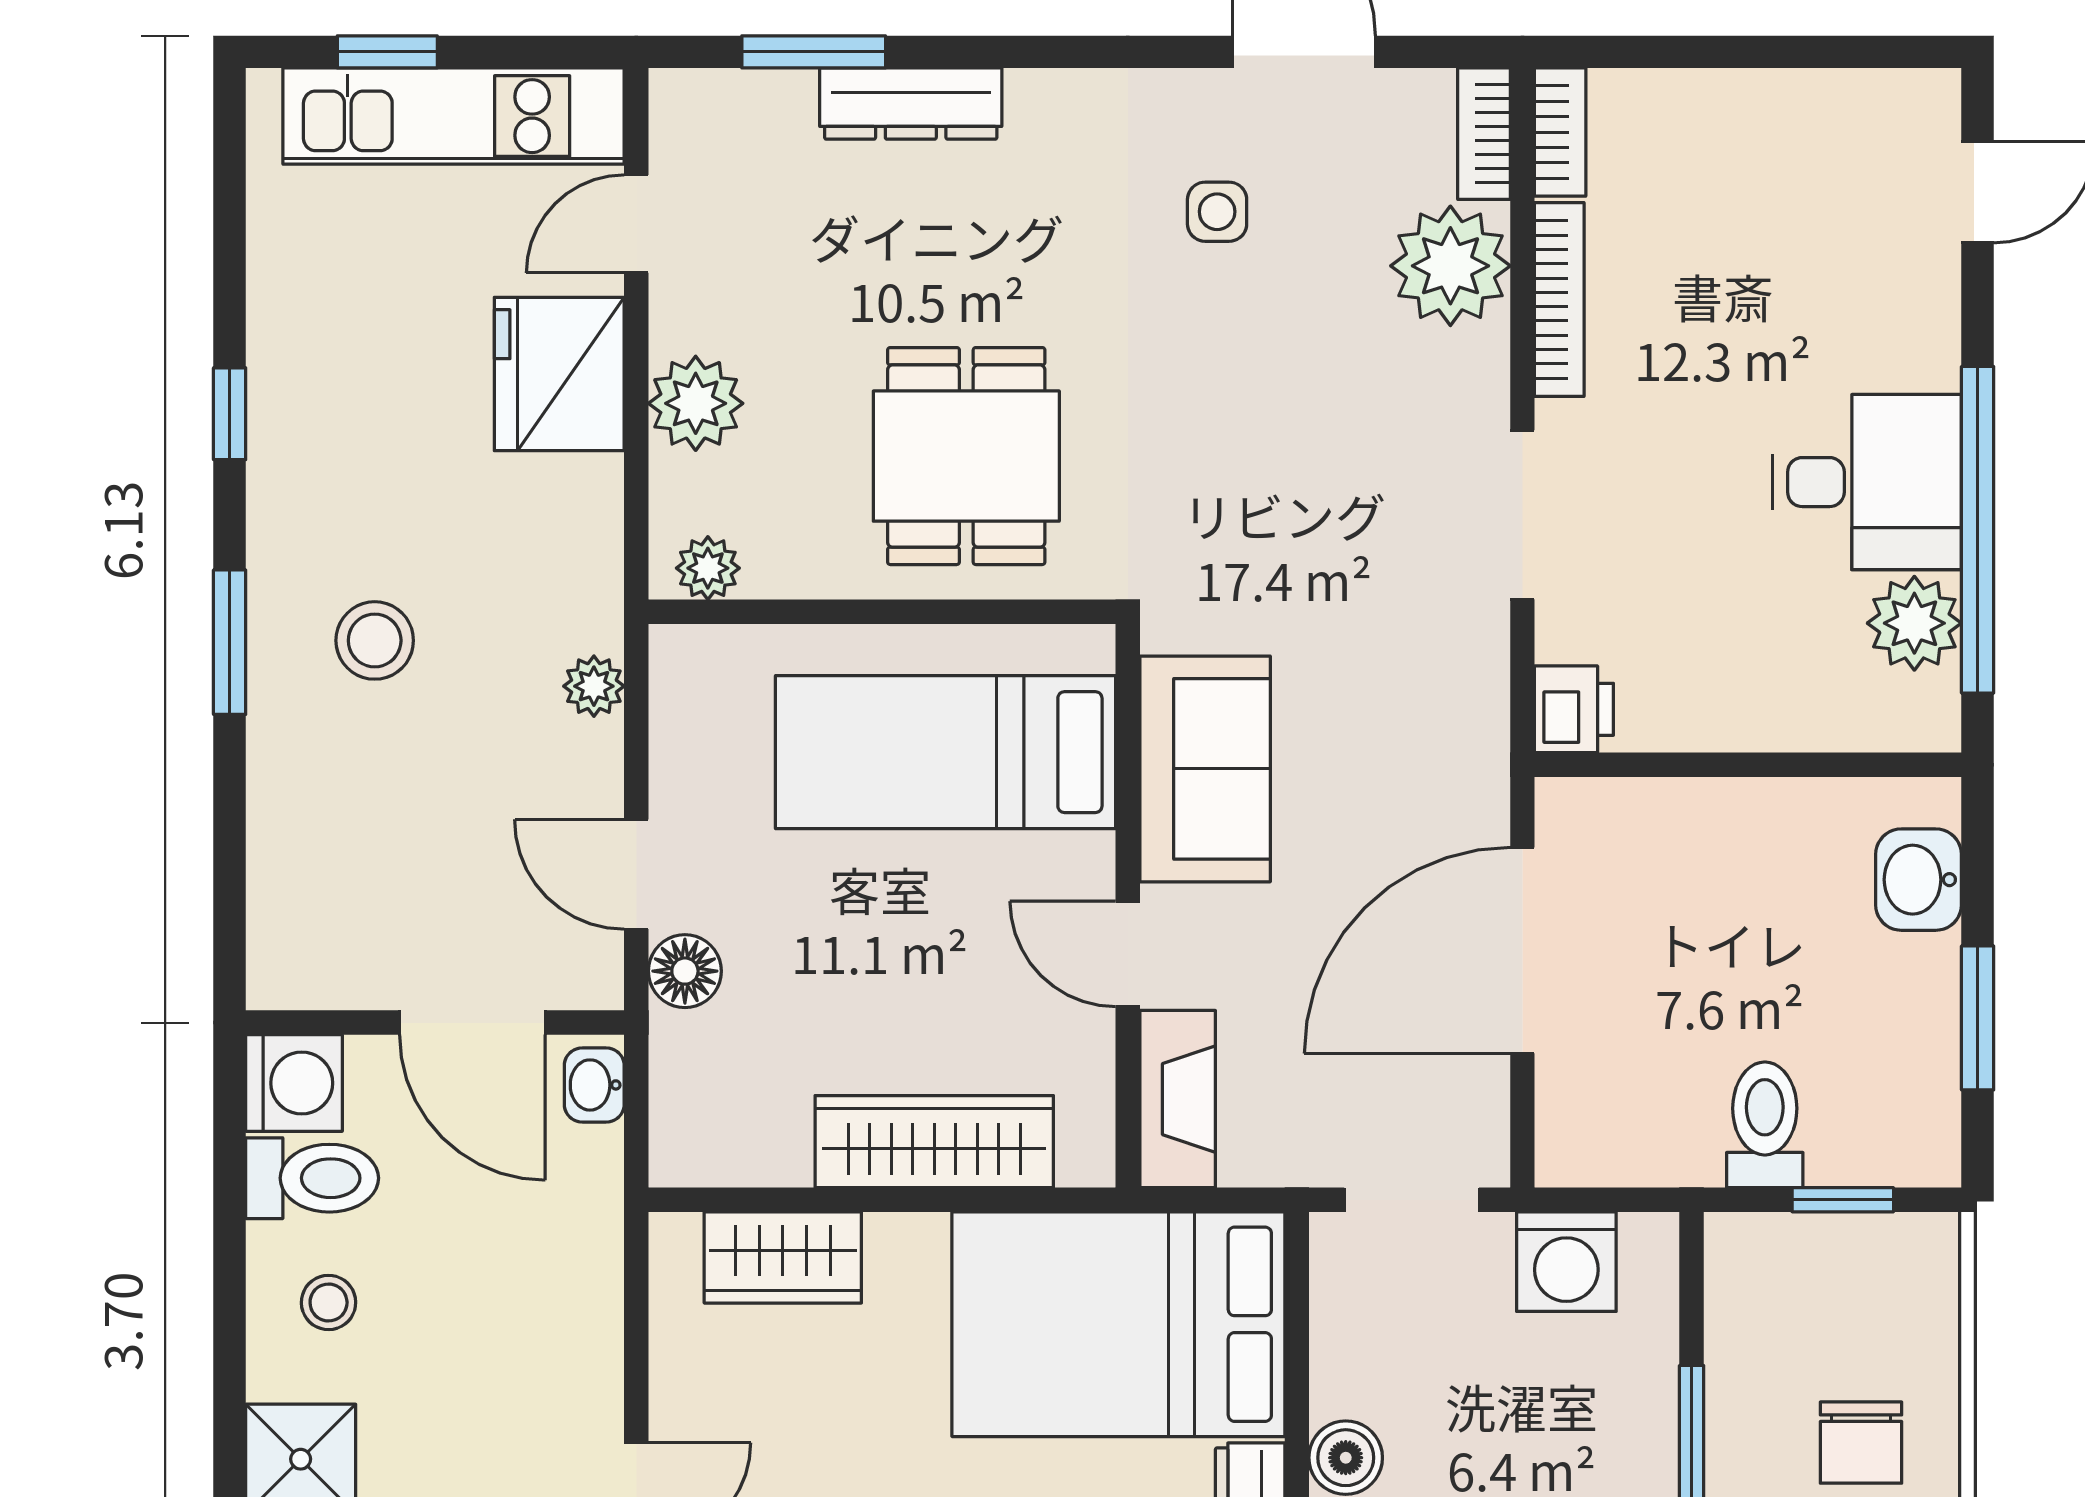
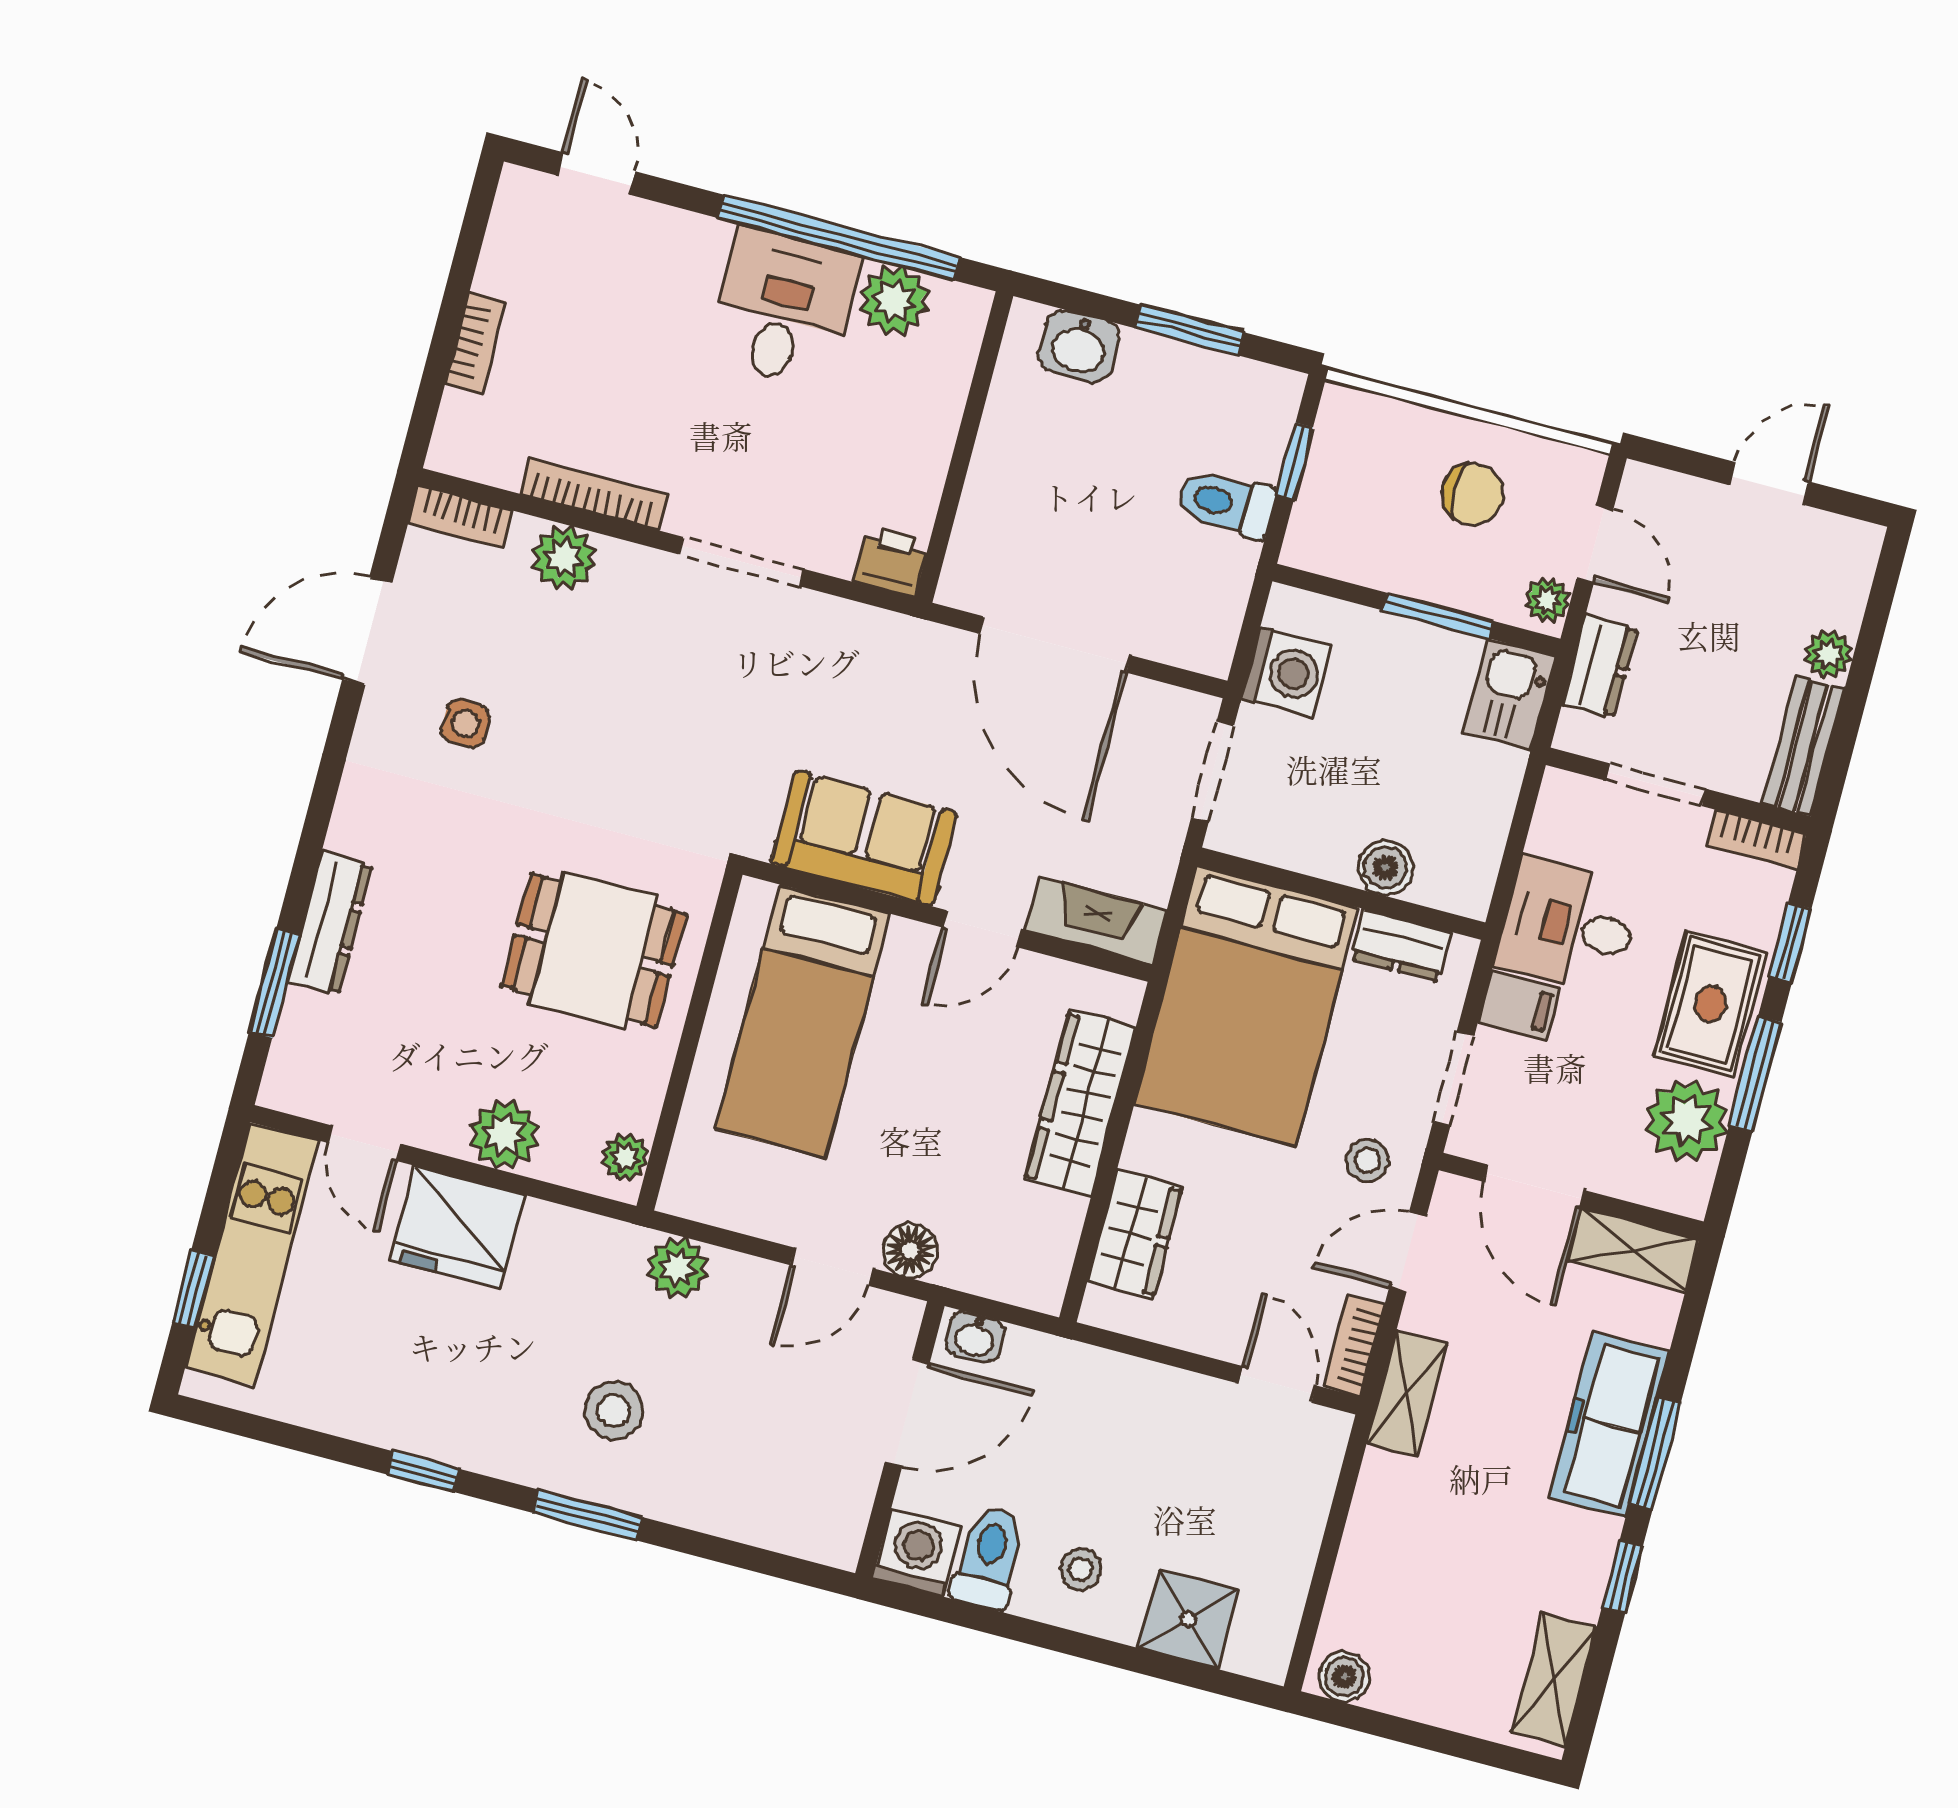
bookcase: (1560, 132) -> (476, 343), moved, turned 90
plant: (1450, 266) -> (563, 558), width x0.73, depth x0.73
plant: (594, 686) -> (678, 1268), width x1.38, depth x1.38

